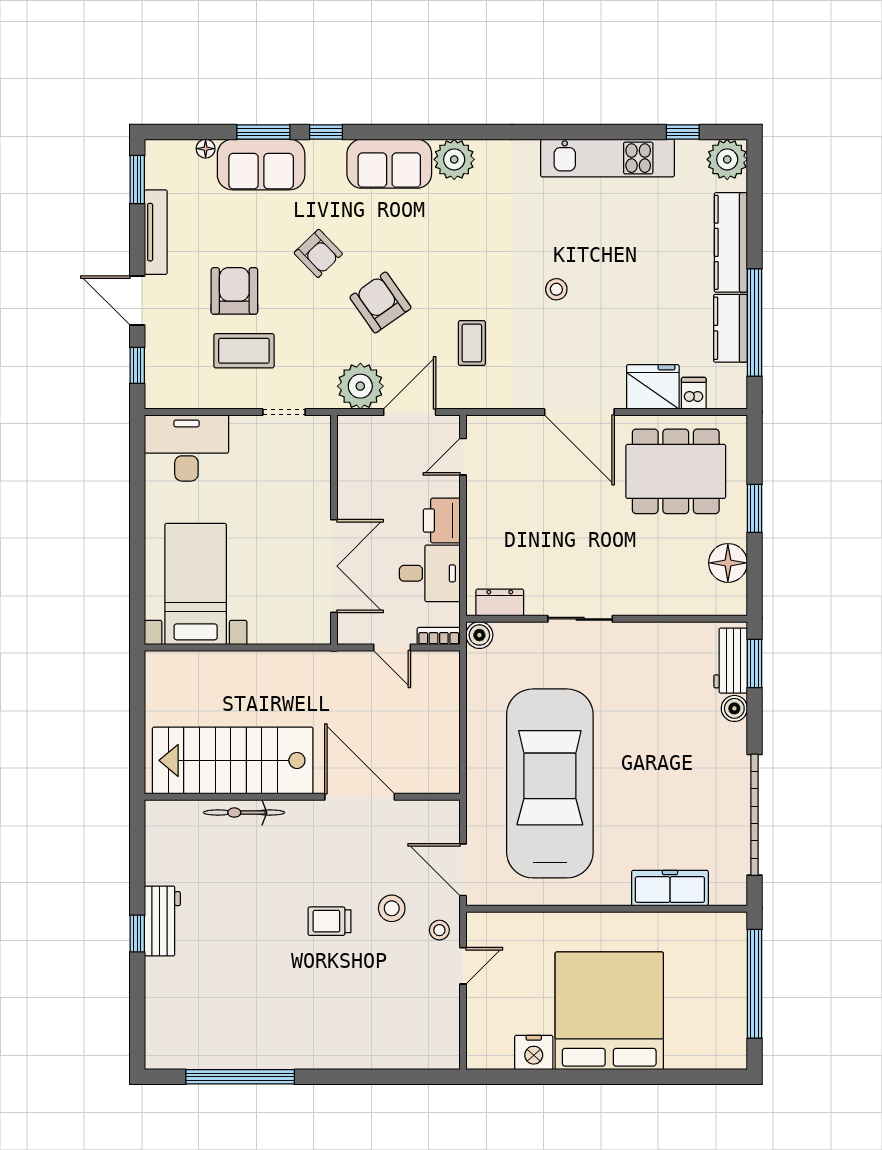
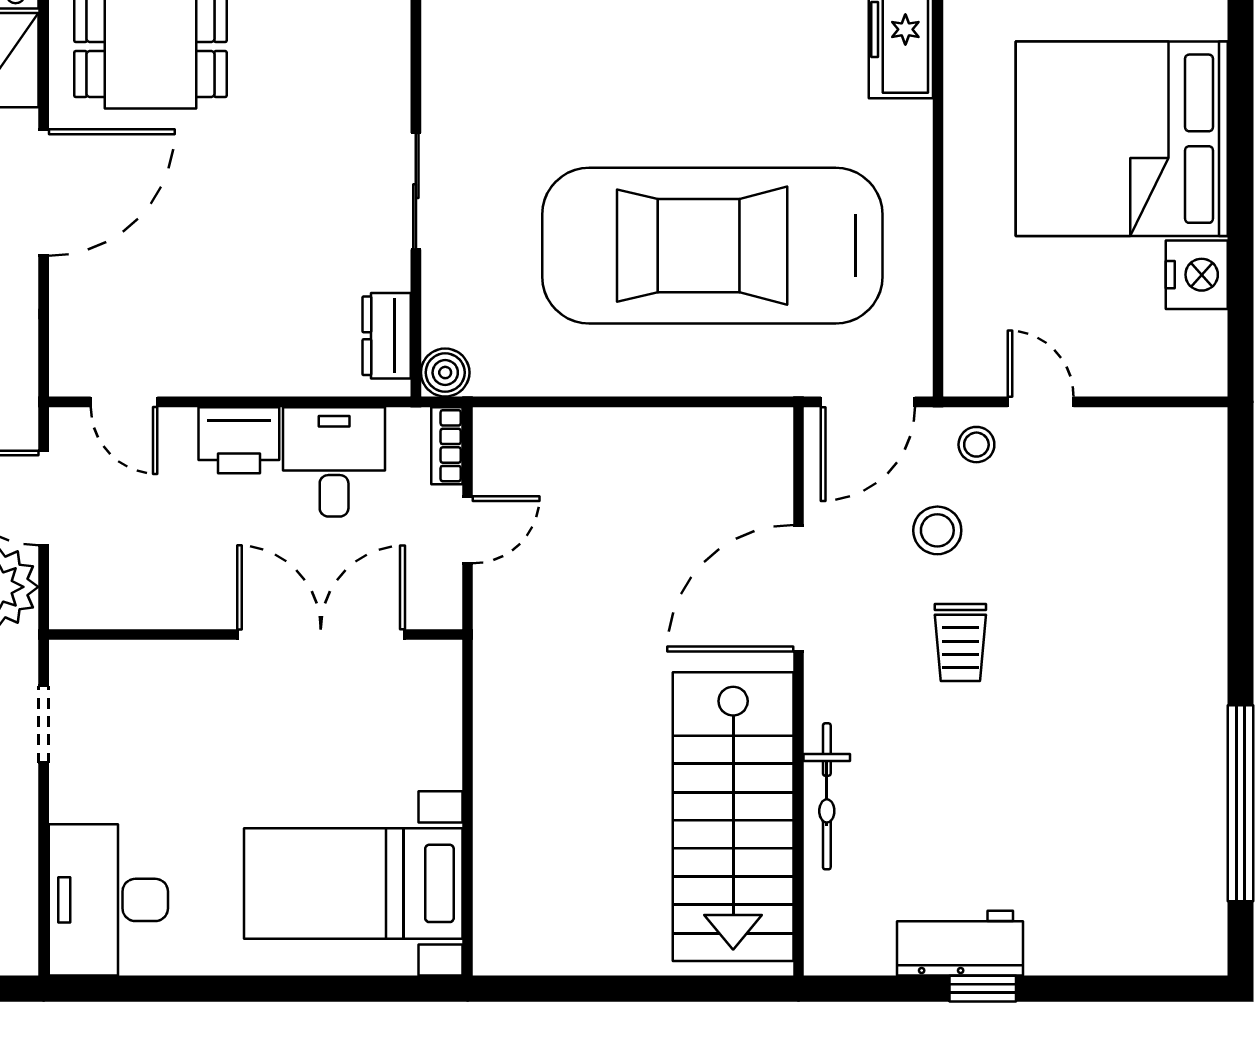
stairs: (233, 760) -> (733, 817), moved
wall: (302, 797) -> (798, 691), moved
door: (360, 797) -> (798, 588), moved
bicycle: (244, 813) -> (827, 796), moved

